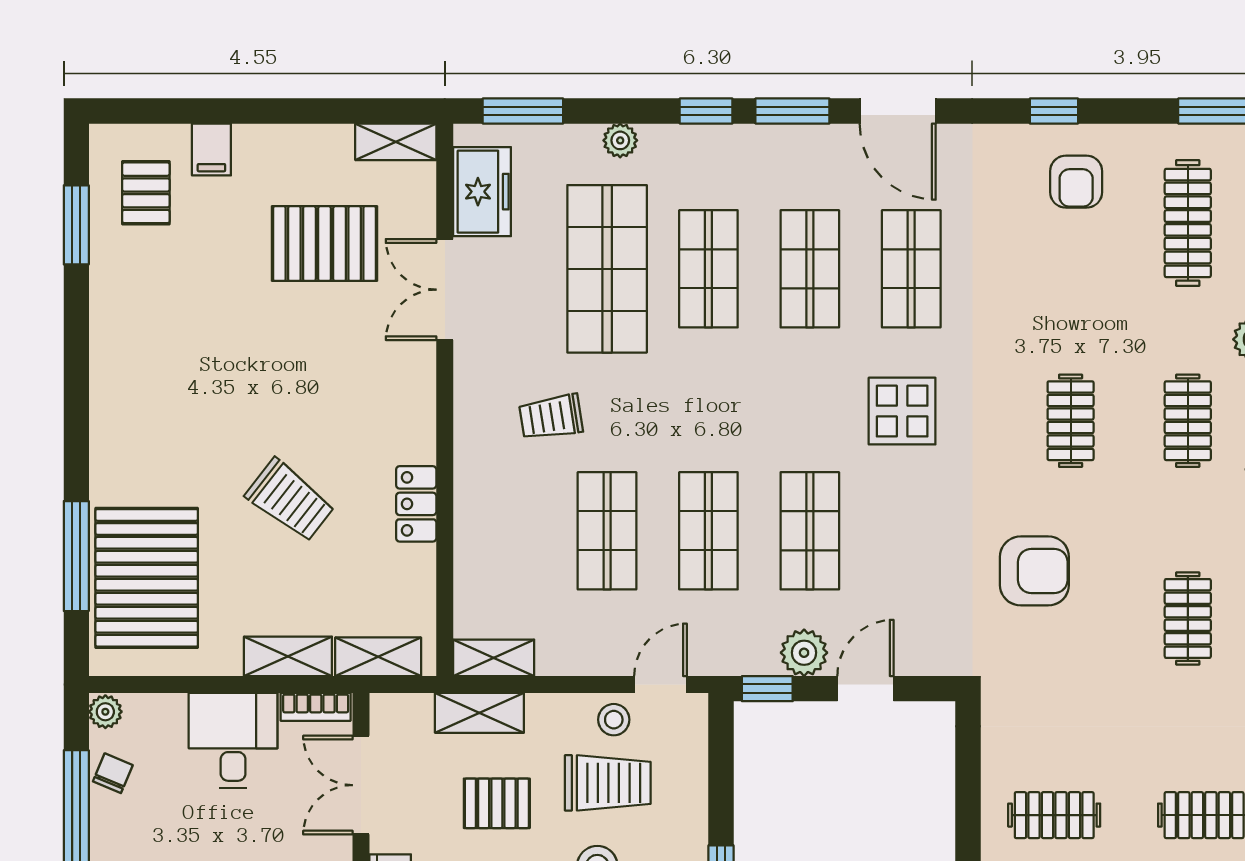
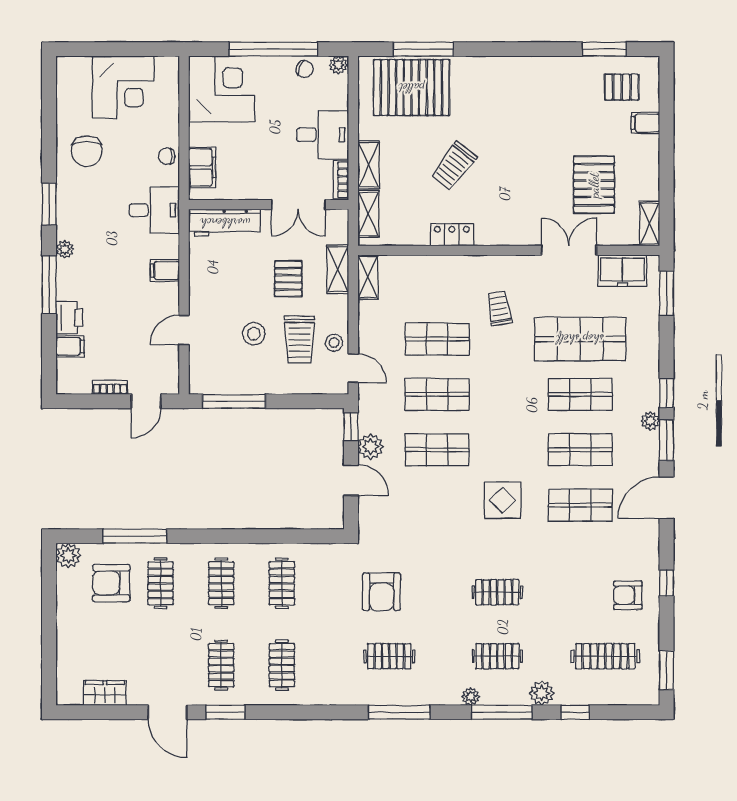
plant: (620, 140) -> (650, 421), moved
armchair: (1034, 571) -> (382, 592), moved
double door: (361, 785) -> (298, 205), swing flipped

